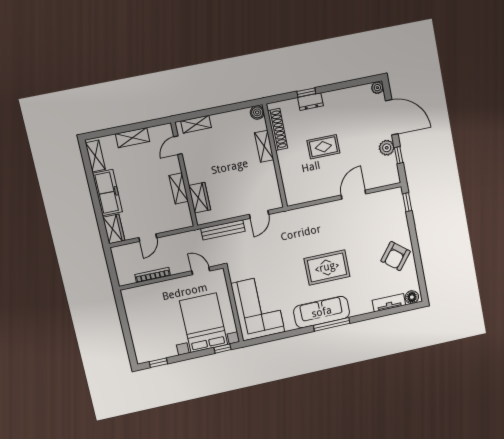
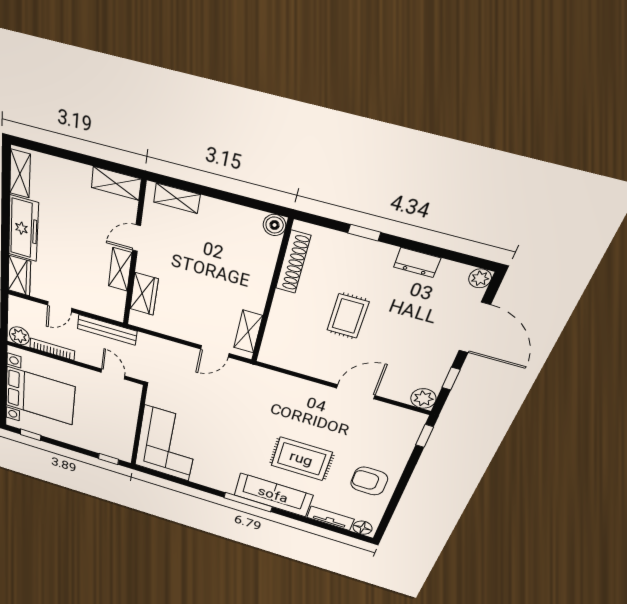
dresser: (310, 102) -> (417, 263), moved
shelving: (133, 138) -> (116, 183), moved
door: (178, 145) -> (137, 238), moved
shelving: (264, 146) -> (248, 332), moved
rug: (323, 147) -> (348, 316), turned 90
plant: (387, 148) -> (423, 398), moved
bench: (223, 230) -> (107, 330), moved
armchair: (396, 256) -> (369, 481), turned 51
rug: (327, 267) -> (301, 459), moved
plant: (126, 277) -> (19, 336), added
sofa: (322, 312) -> (273, 495), moved
bed with nightstands: (204, 323) -> (40, 396), moved, turned 90

